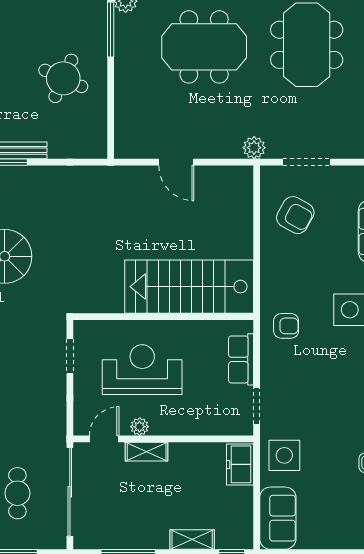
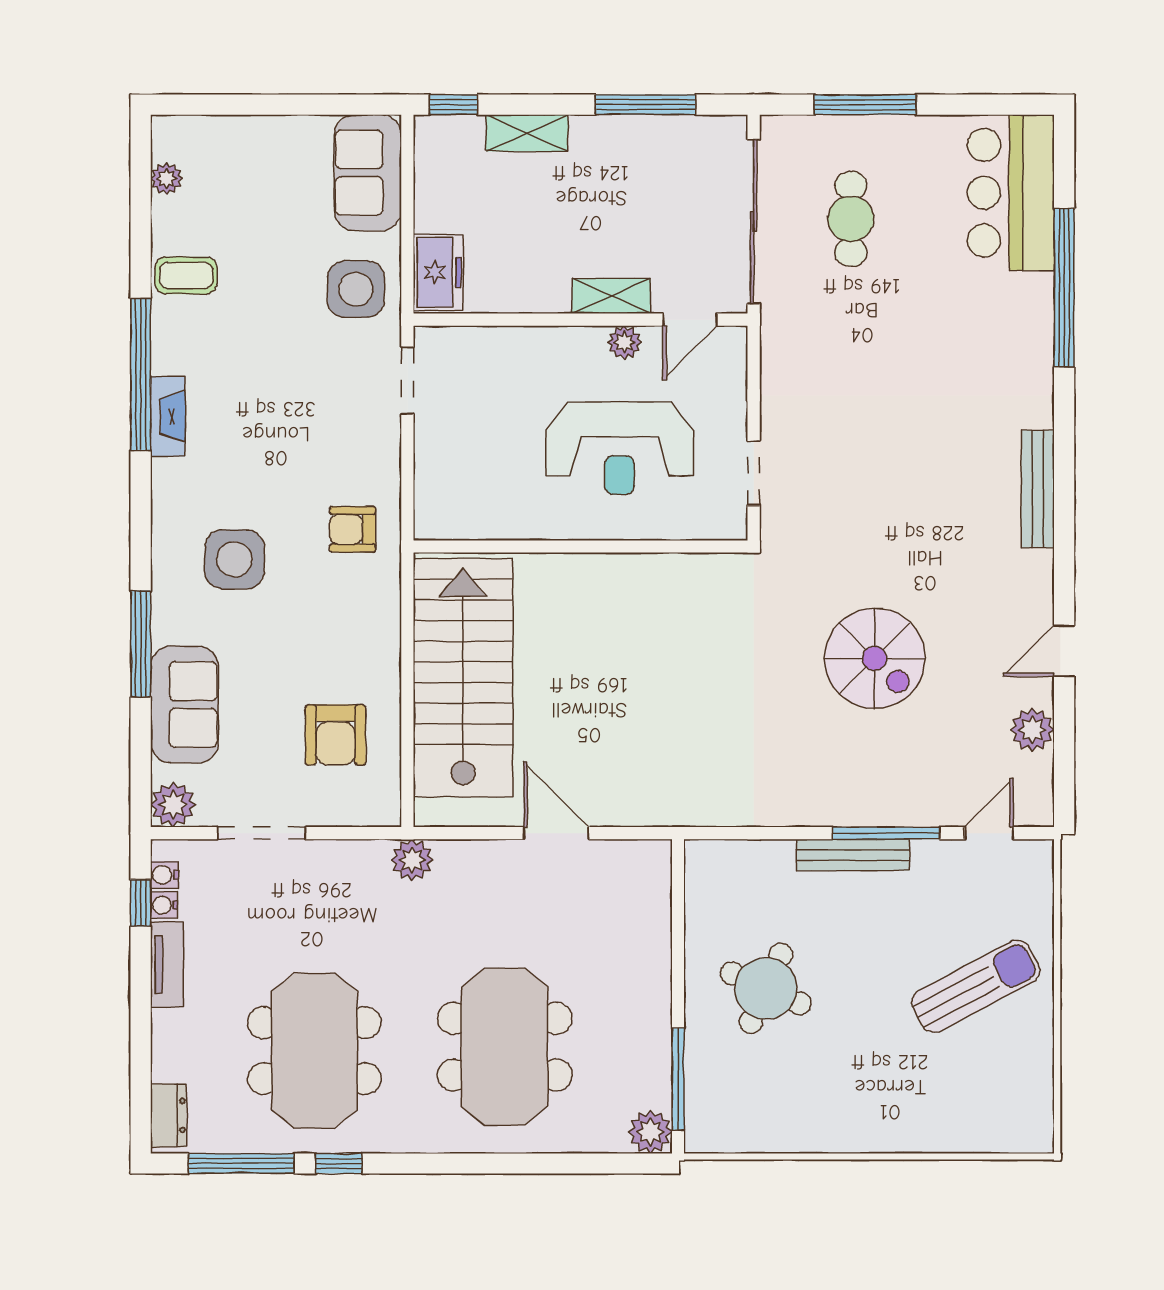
meeting table: (204, 47) -> (505, 1047), turned 90
doorway: (307, 162) -> (262, 833), moved
armchair: (295, 215) -> (336, 735), turned -119
stairs: (189, 287) -> (463, 678), moved, turned -90
row of seats: (241, 359) -> (436, 467), removed

